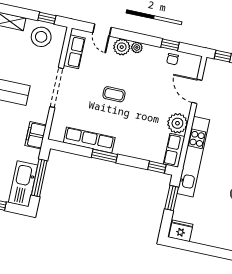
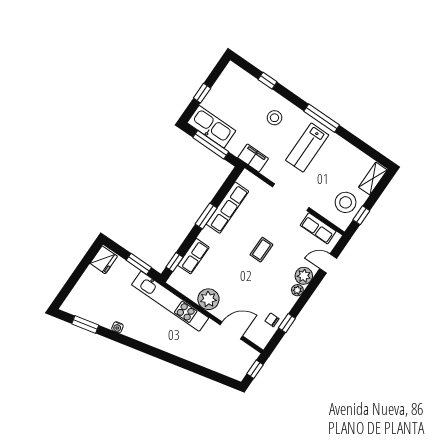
row of seats: (174, 150) -> (193, 256), moved, turned 90

